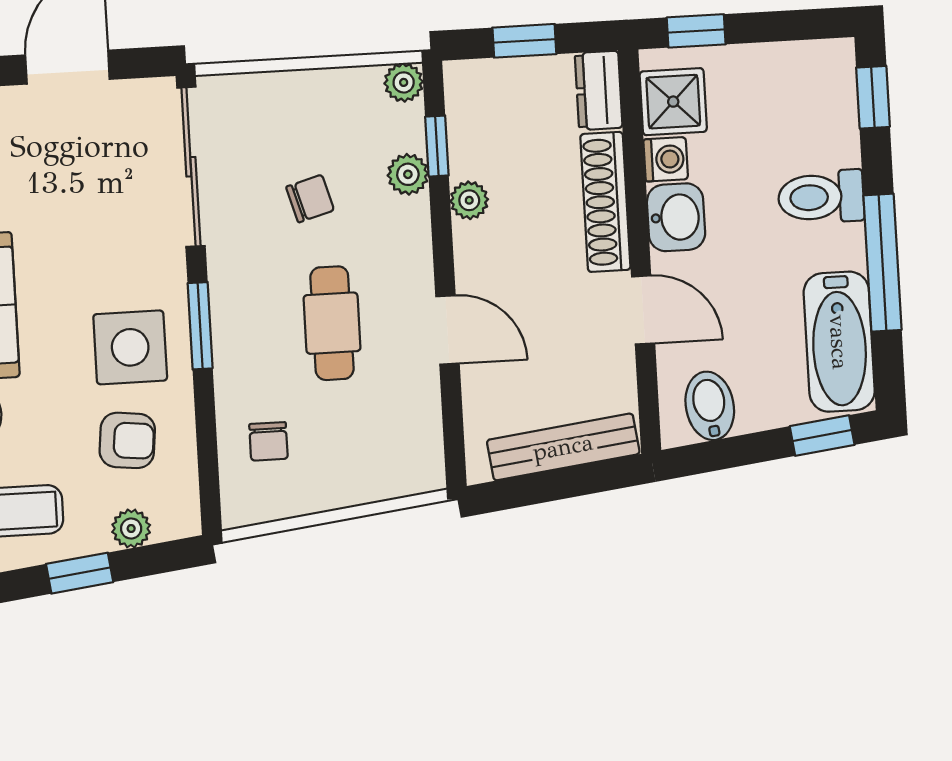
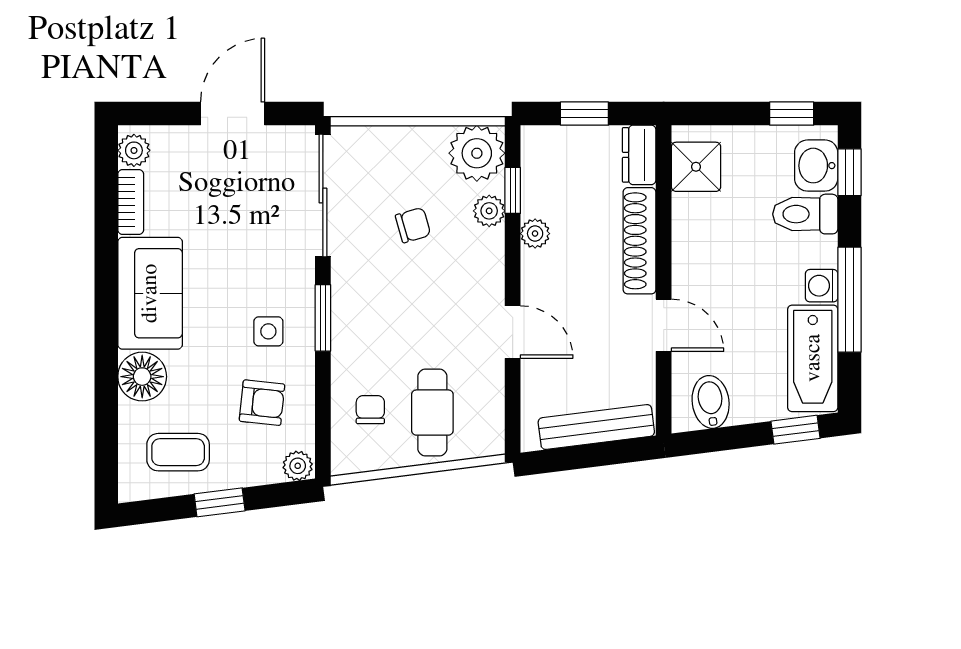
window: (696, 31) -> (792, 114), moved
plant: (404, 82) -> (477, 153), width x1.87, depth x1.87
washing machine: (666, 159) -> (822, 286), moved, turned 180
toilet: (821, 197) -> (805, 214), moved
washbasin: (676, 217) -> (816, 166), moved, turned 180
cafe table: (332, 323) -> (432, 413), moved
side table: (130, 347) -> (268, 331), width x0.54, depth x0.54
chair: (268, 441) -> (370, 410), turned 180
plant: (131, 529) -> (298, 466), moved

